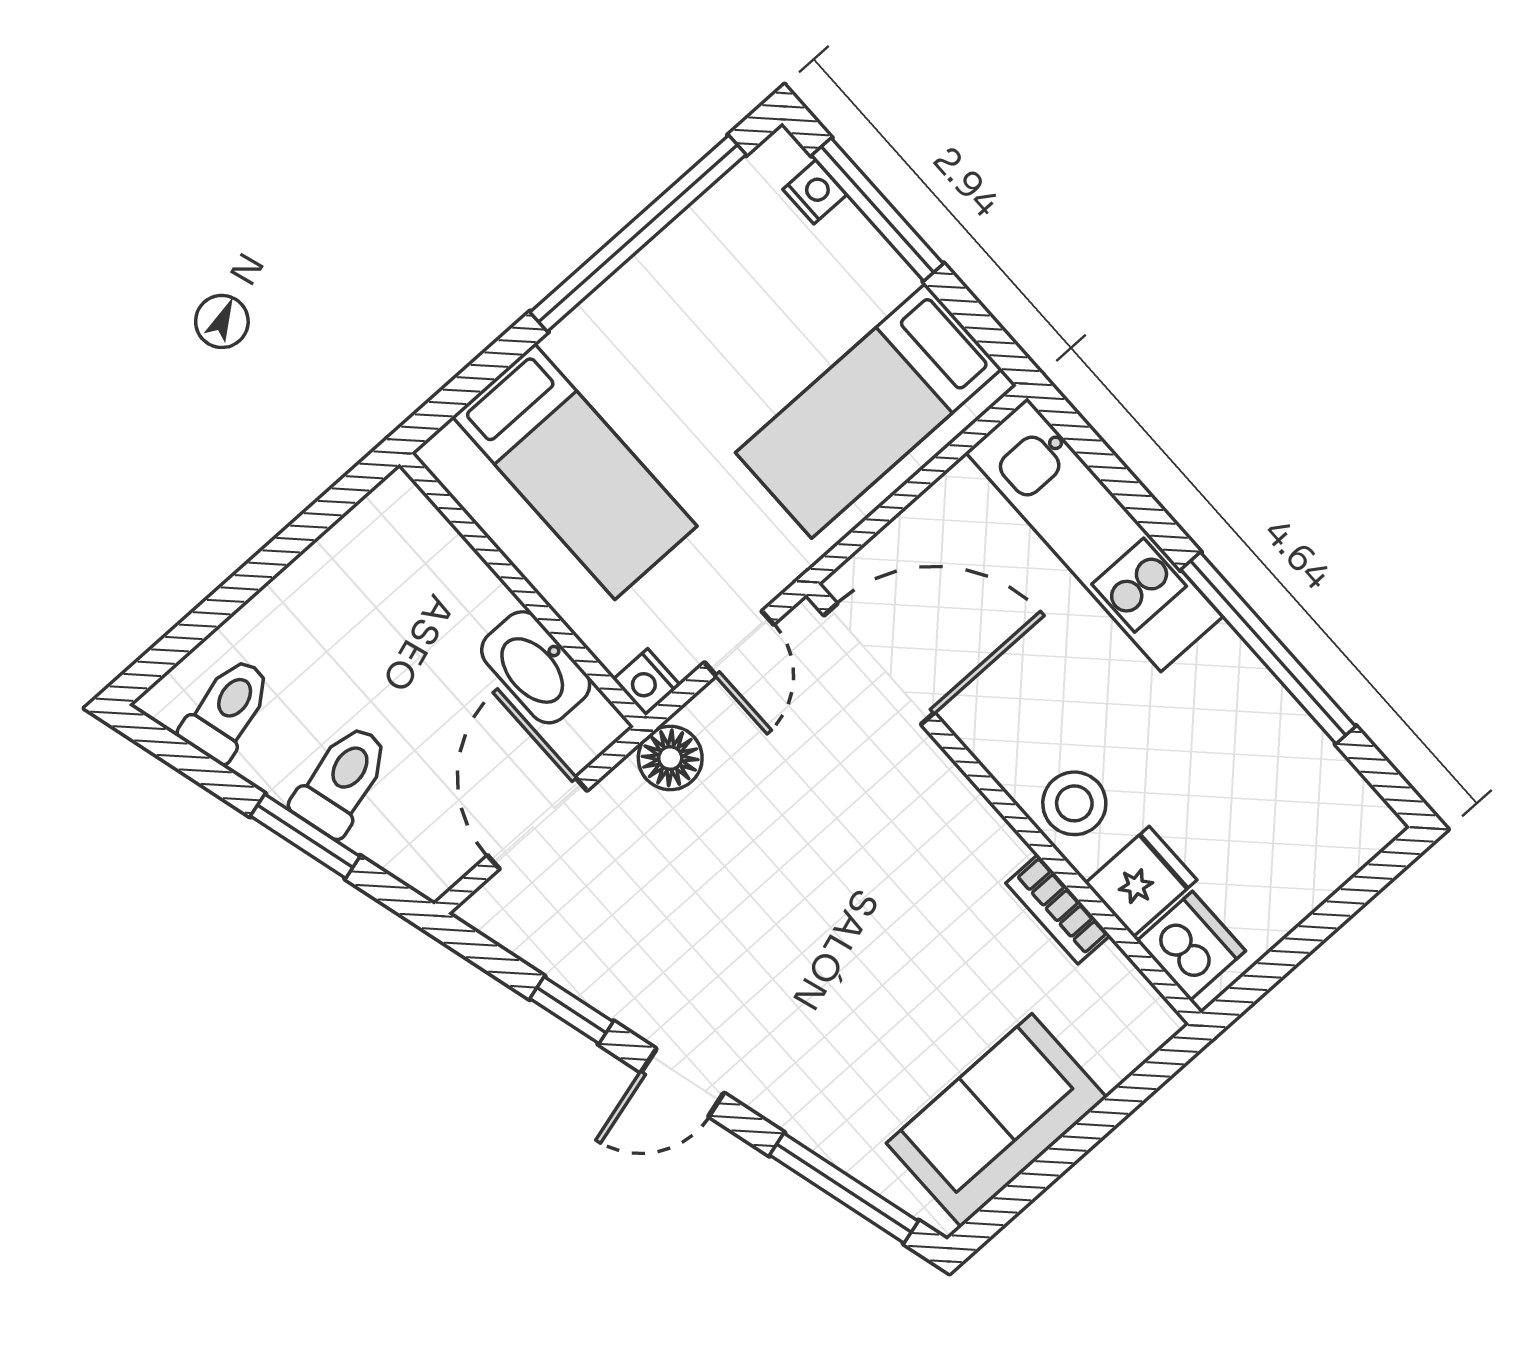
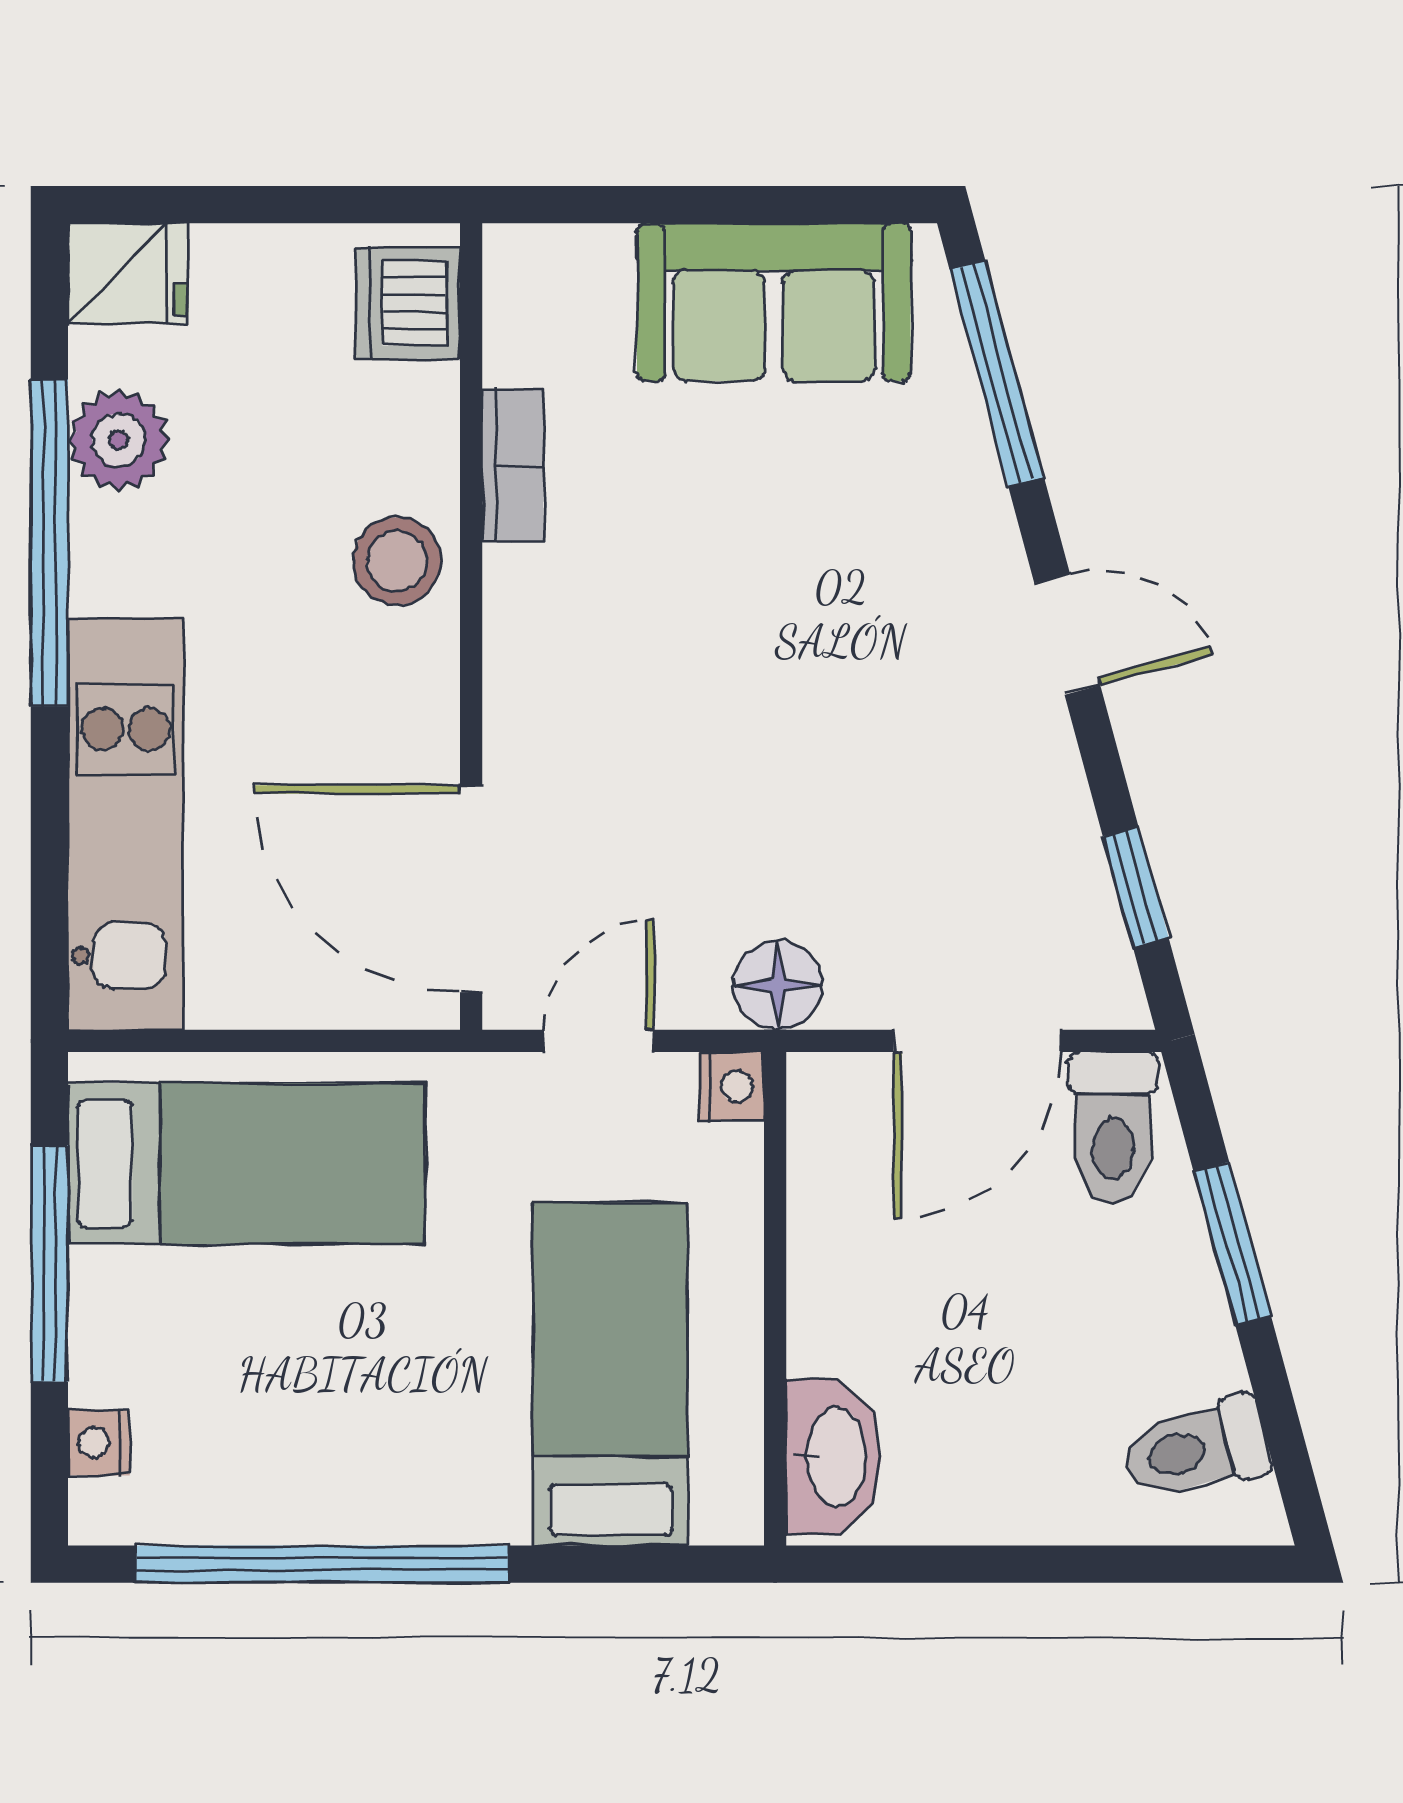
window: (877, 209) -> (49, 1263), moved
washbasin: (536, 667) -> (834, 1457), moved
plant: (1280, 736) -> (119, 440), added
toilet: (342, 780) -> (1113, 1127), moved, turned -75
fridge: (1141, 882) -> (128, 274), moved, turned 180
window: (572, 1010) -> (1136, 887), moved

